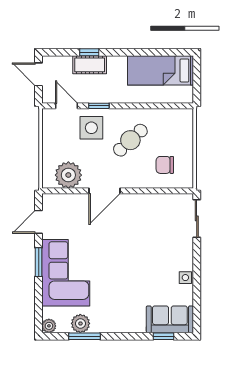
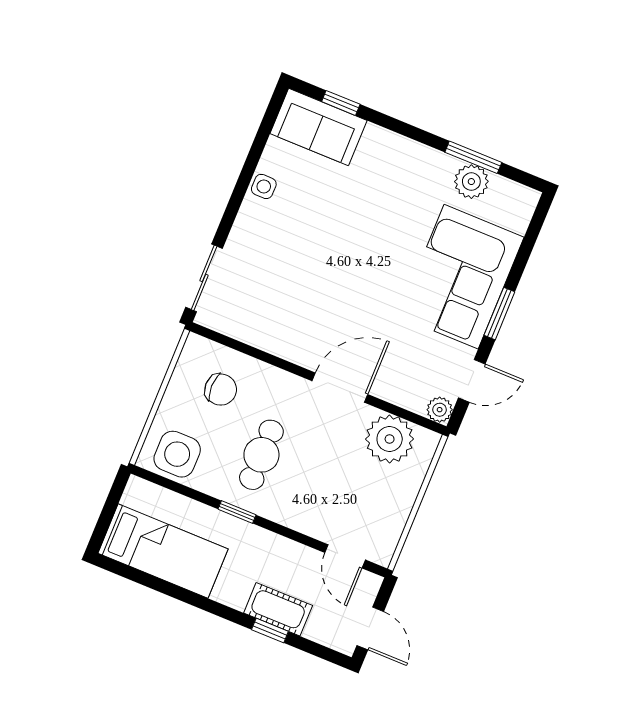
window: (99, 106) -> (237, 512), moved
side table: (91, 128) -> (177, 454), moved
cafe table: (130, 140) -> (261, 455), turned -47
plant: (49, 326) -> (440, 410), moved

